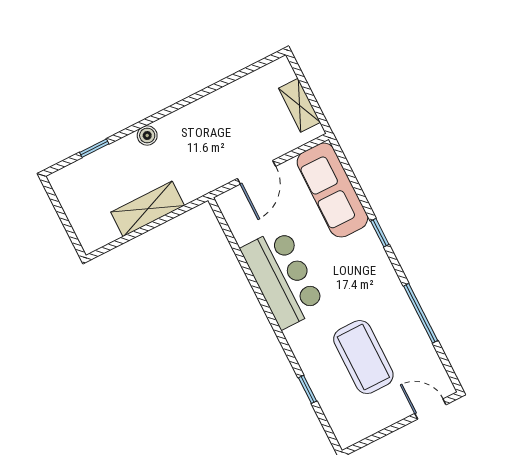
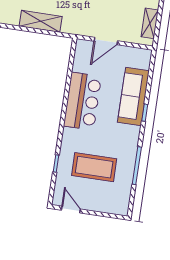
sofa: (332, 190) -> (133, 96), moved
coffee table: (363, 357) -> (94, 167), turned 90
door: (430, 409) -> (71, 210), moved

